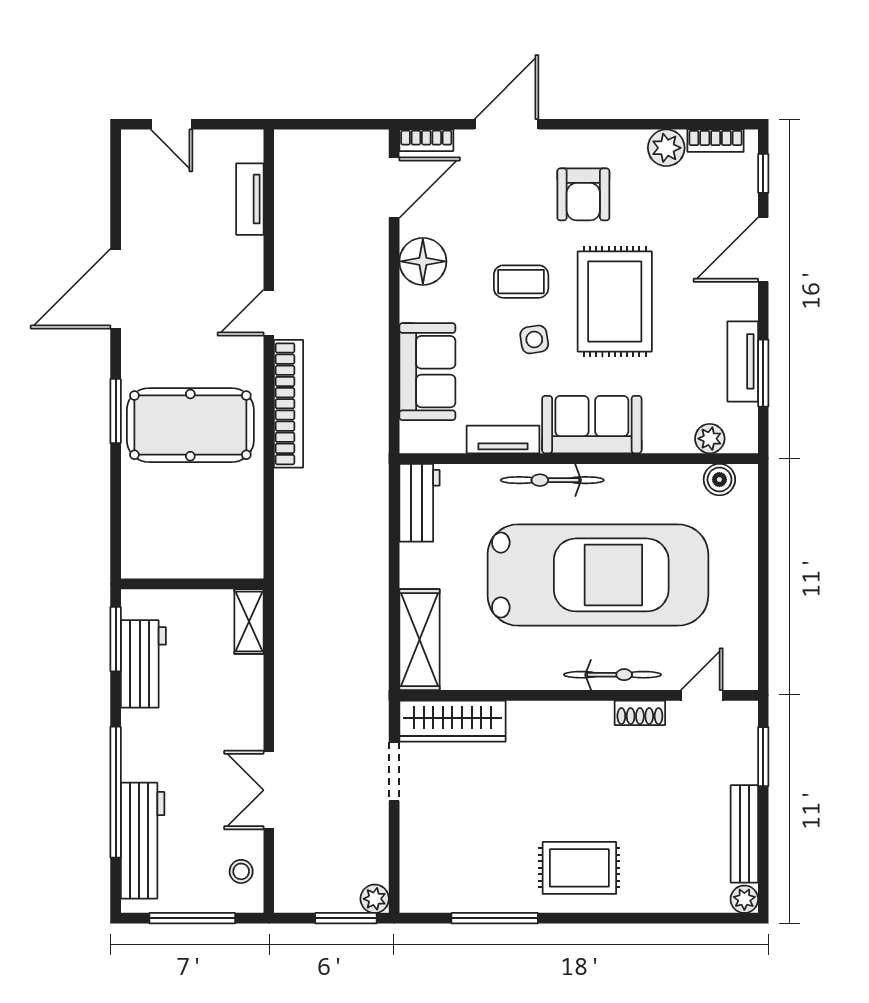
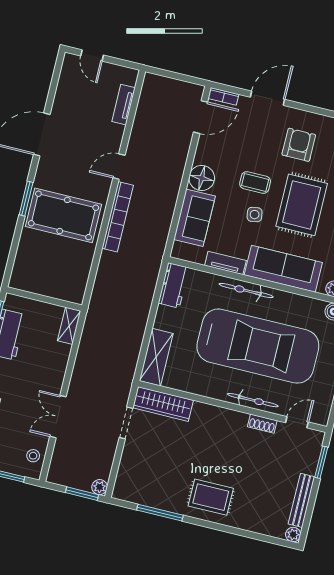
armchair: (583, 194) -> (299, 145), turned 180
floor lamp: (423, 261) -> (202, 178), moved
sofa: (592, 425) -> (283, 269), width x1.36

